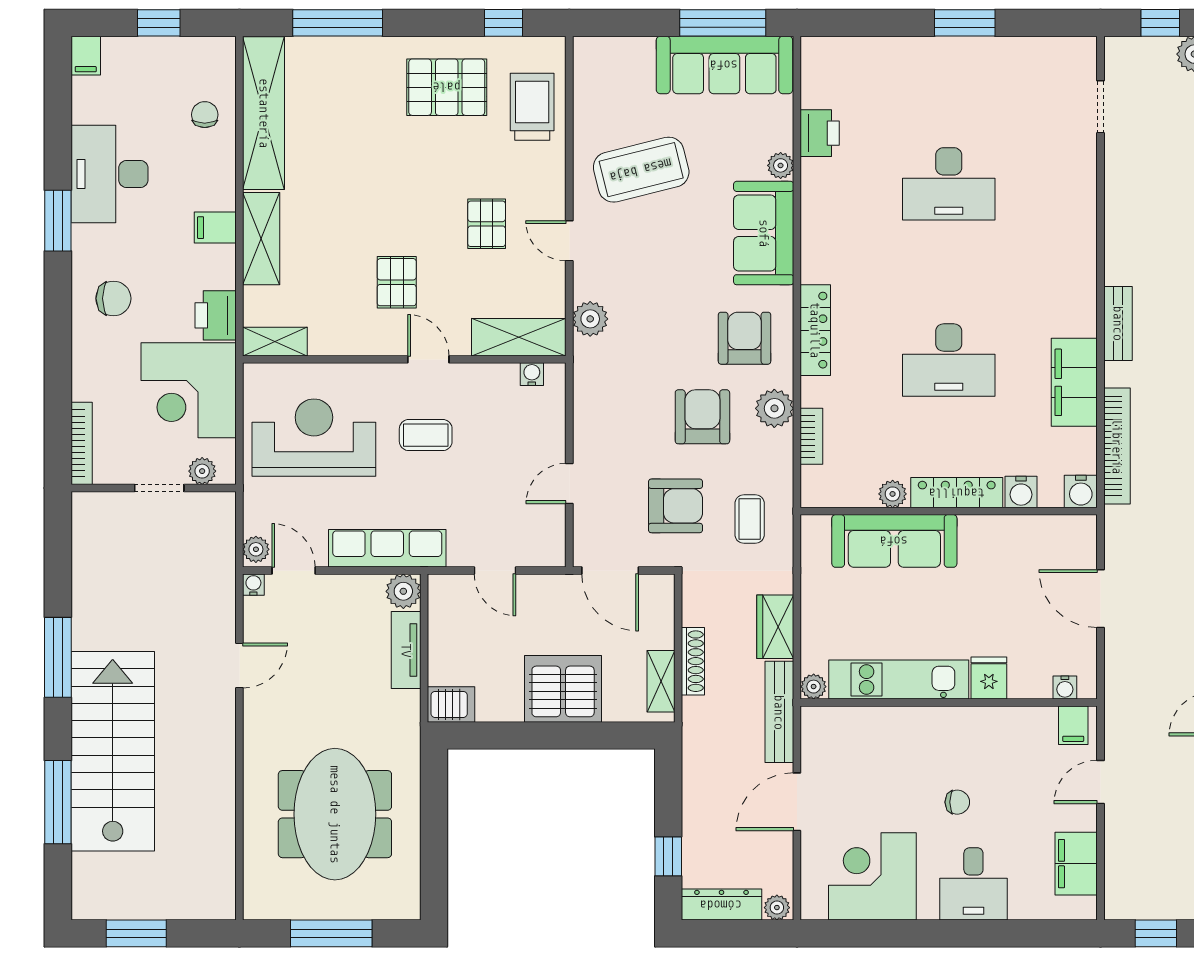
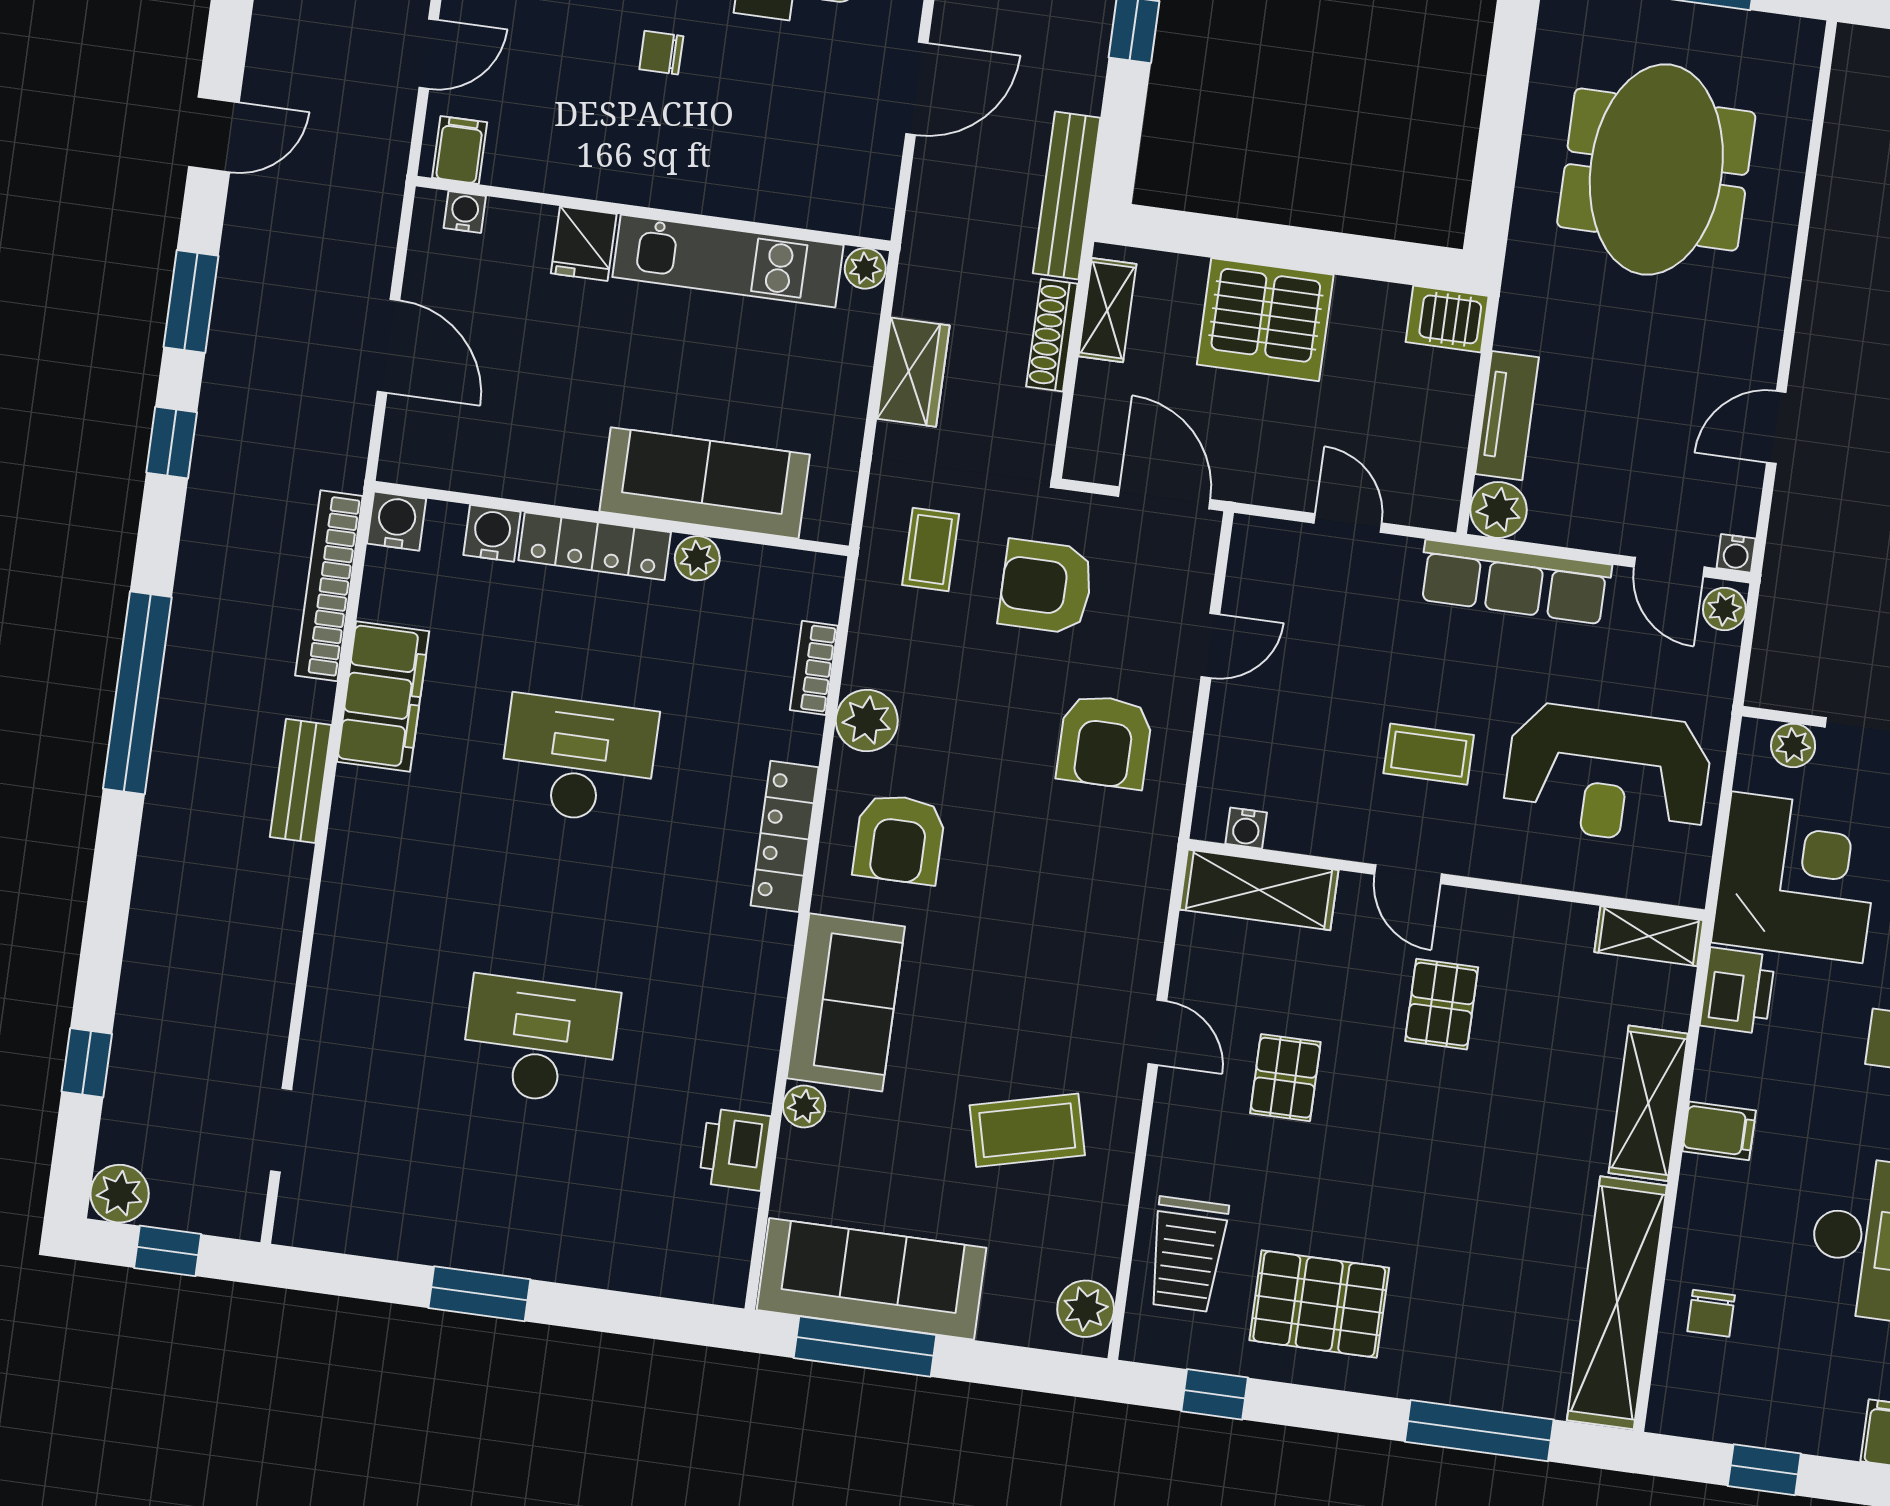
coffee table: (641, 170) -> (1027, 1130), width x0.73, depth x0.76
plant: (590, 319) -> (1086, 1309), moved
armchair: (702, 417) -> (1105, 741), moved
bench: (779, 712) -> (1067, 195), moved

